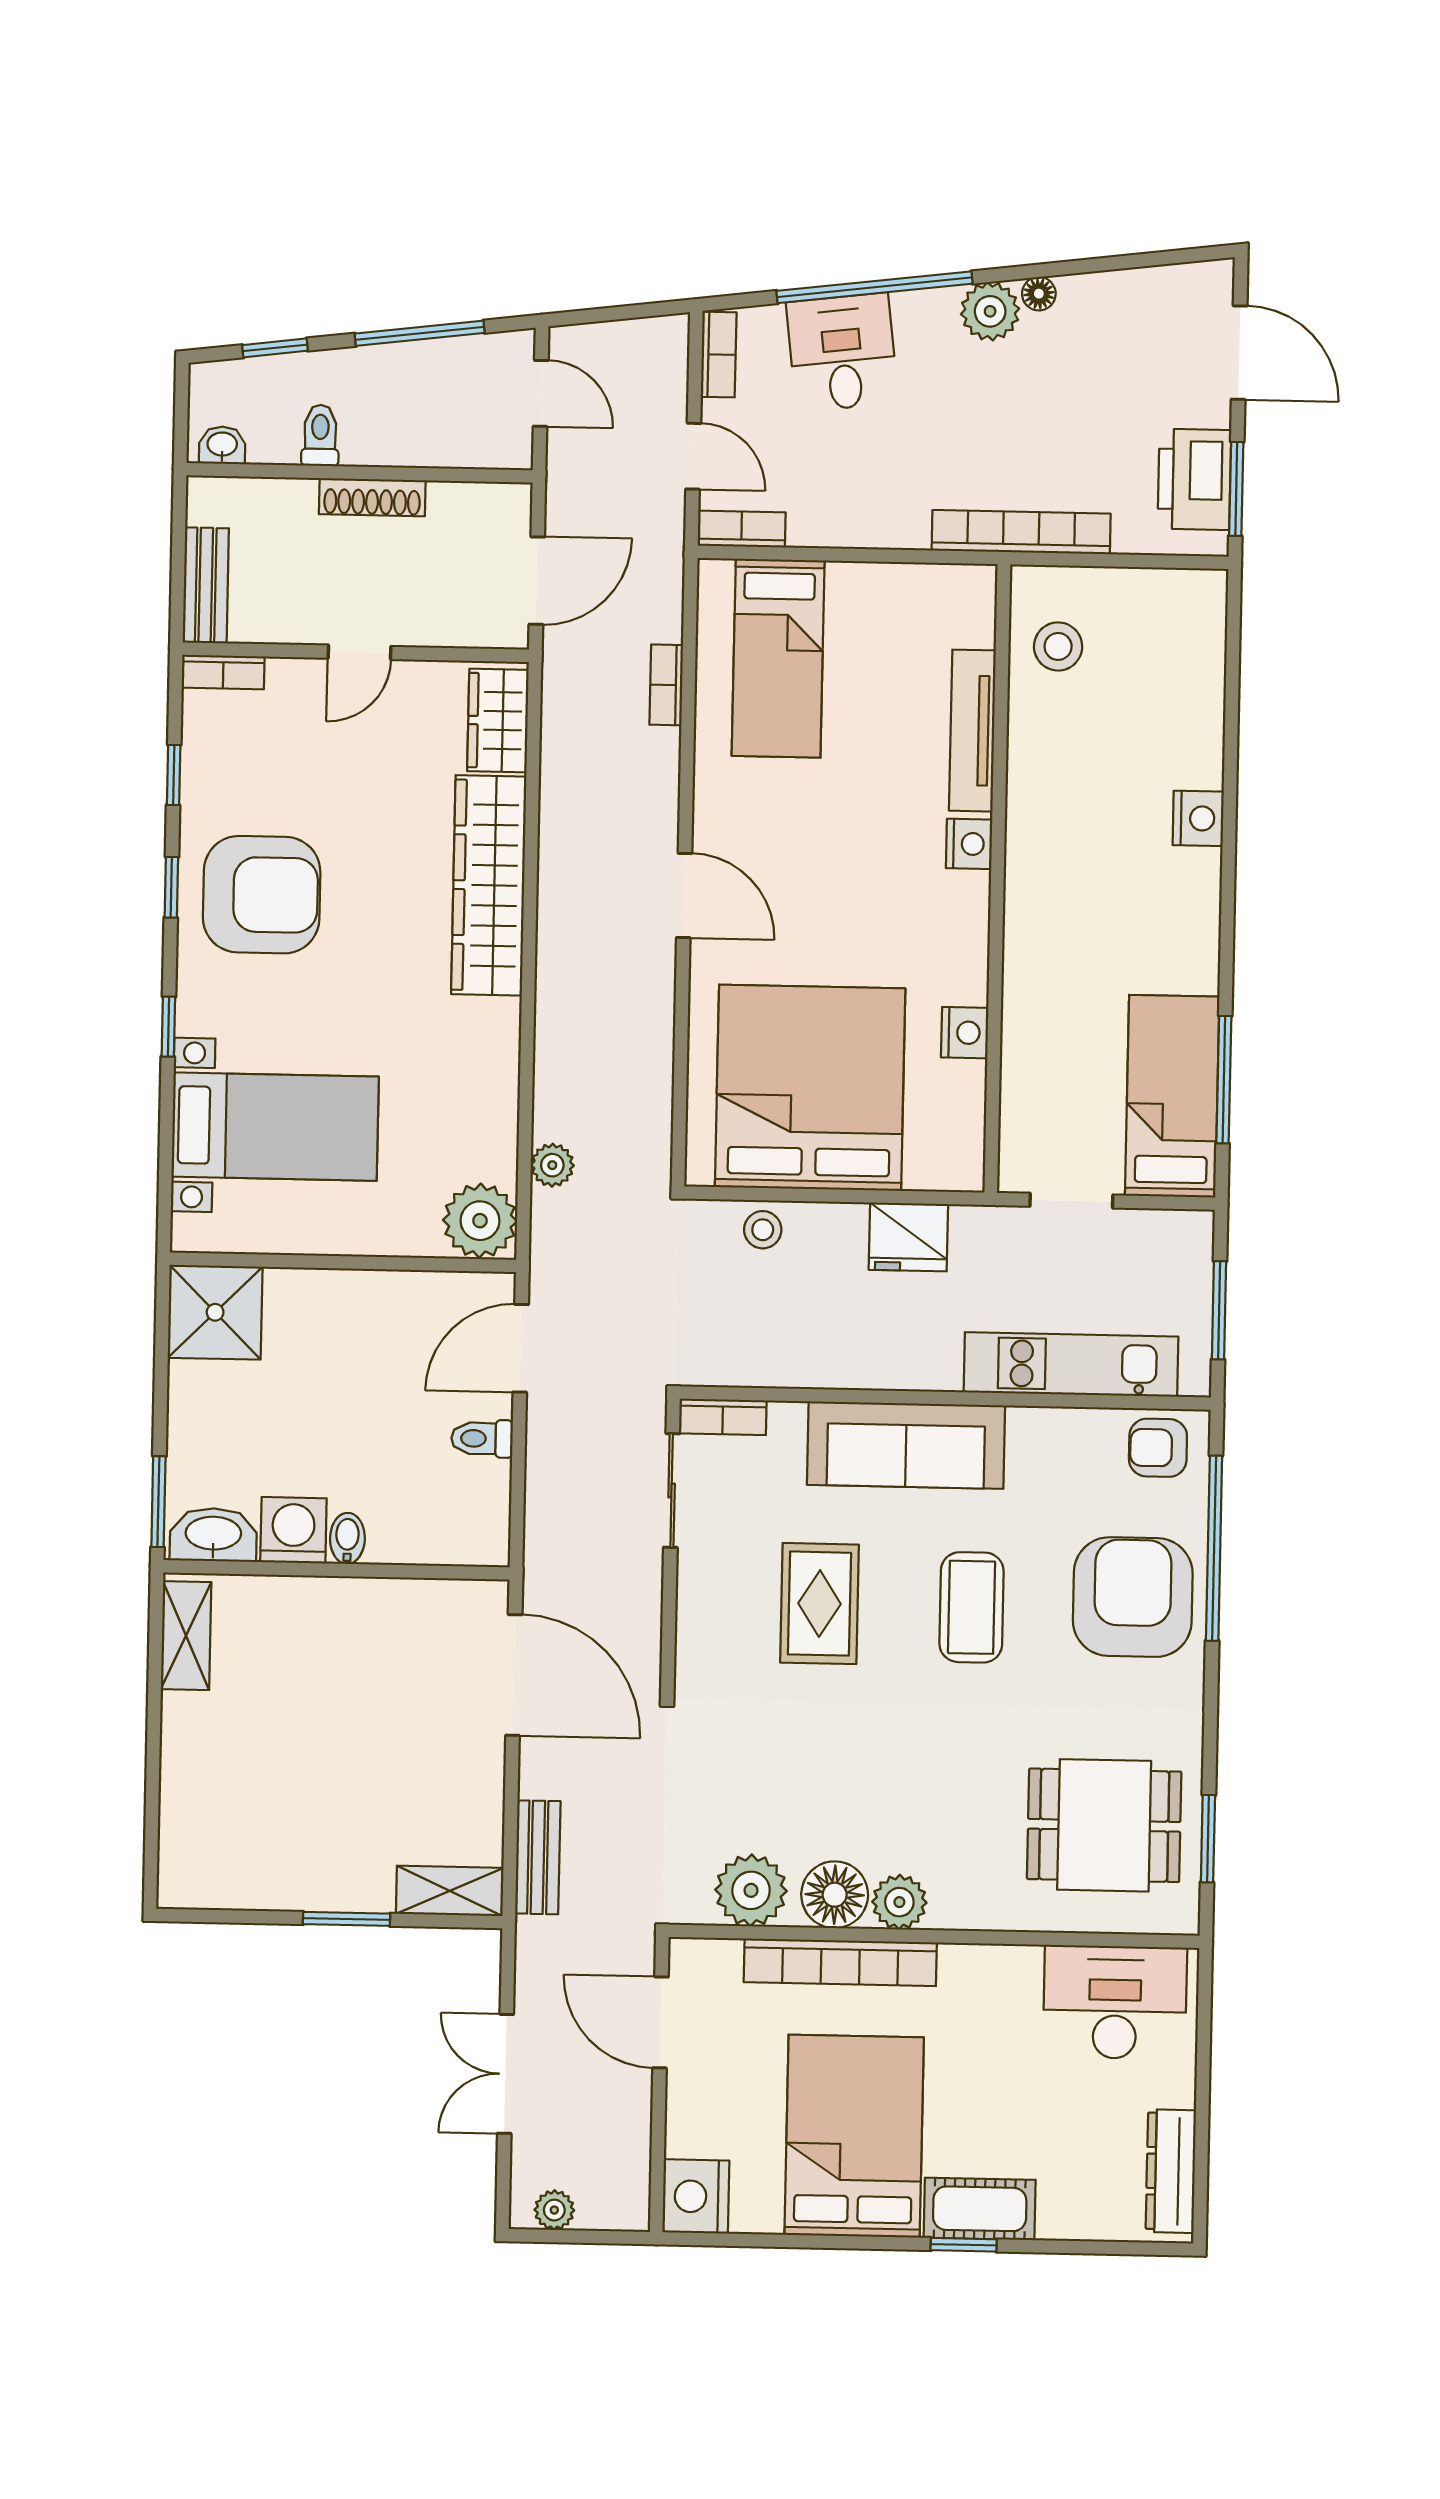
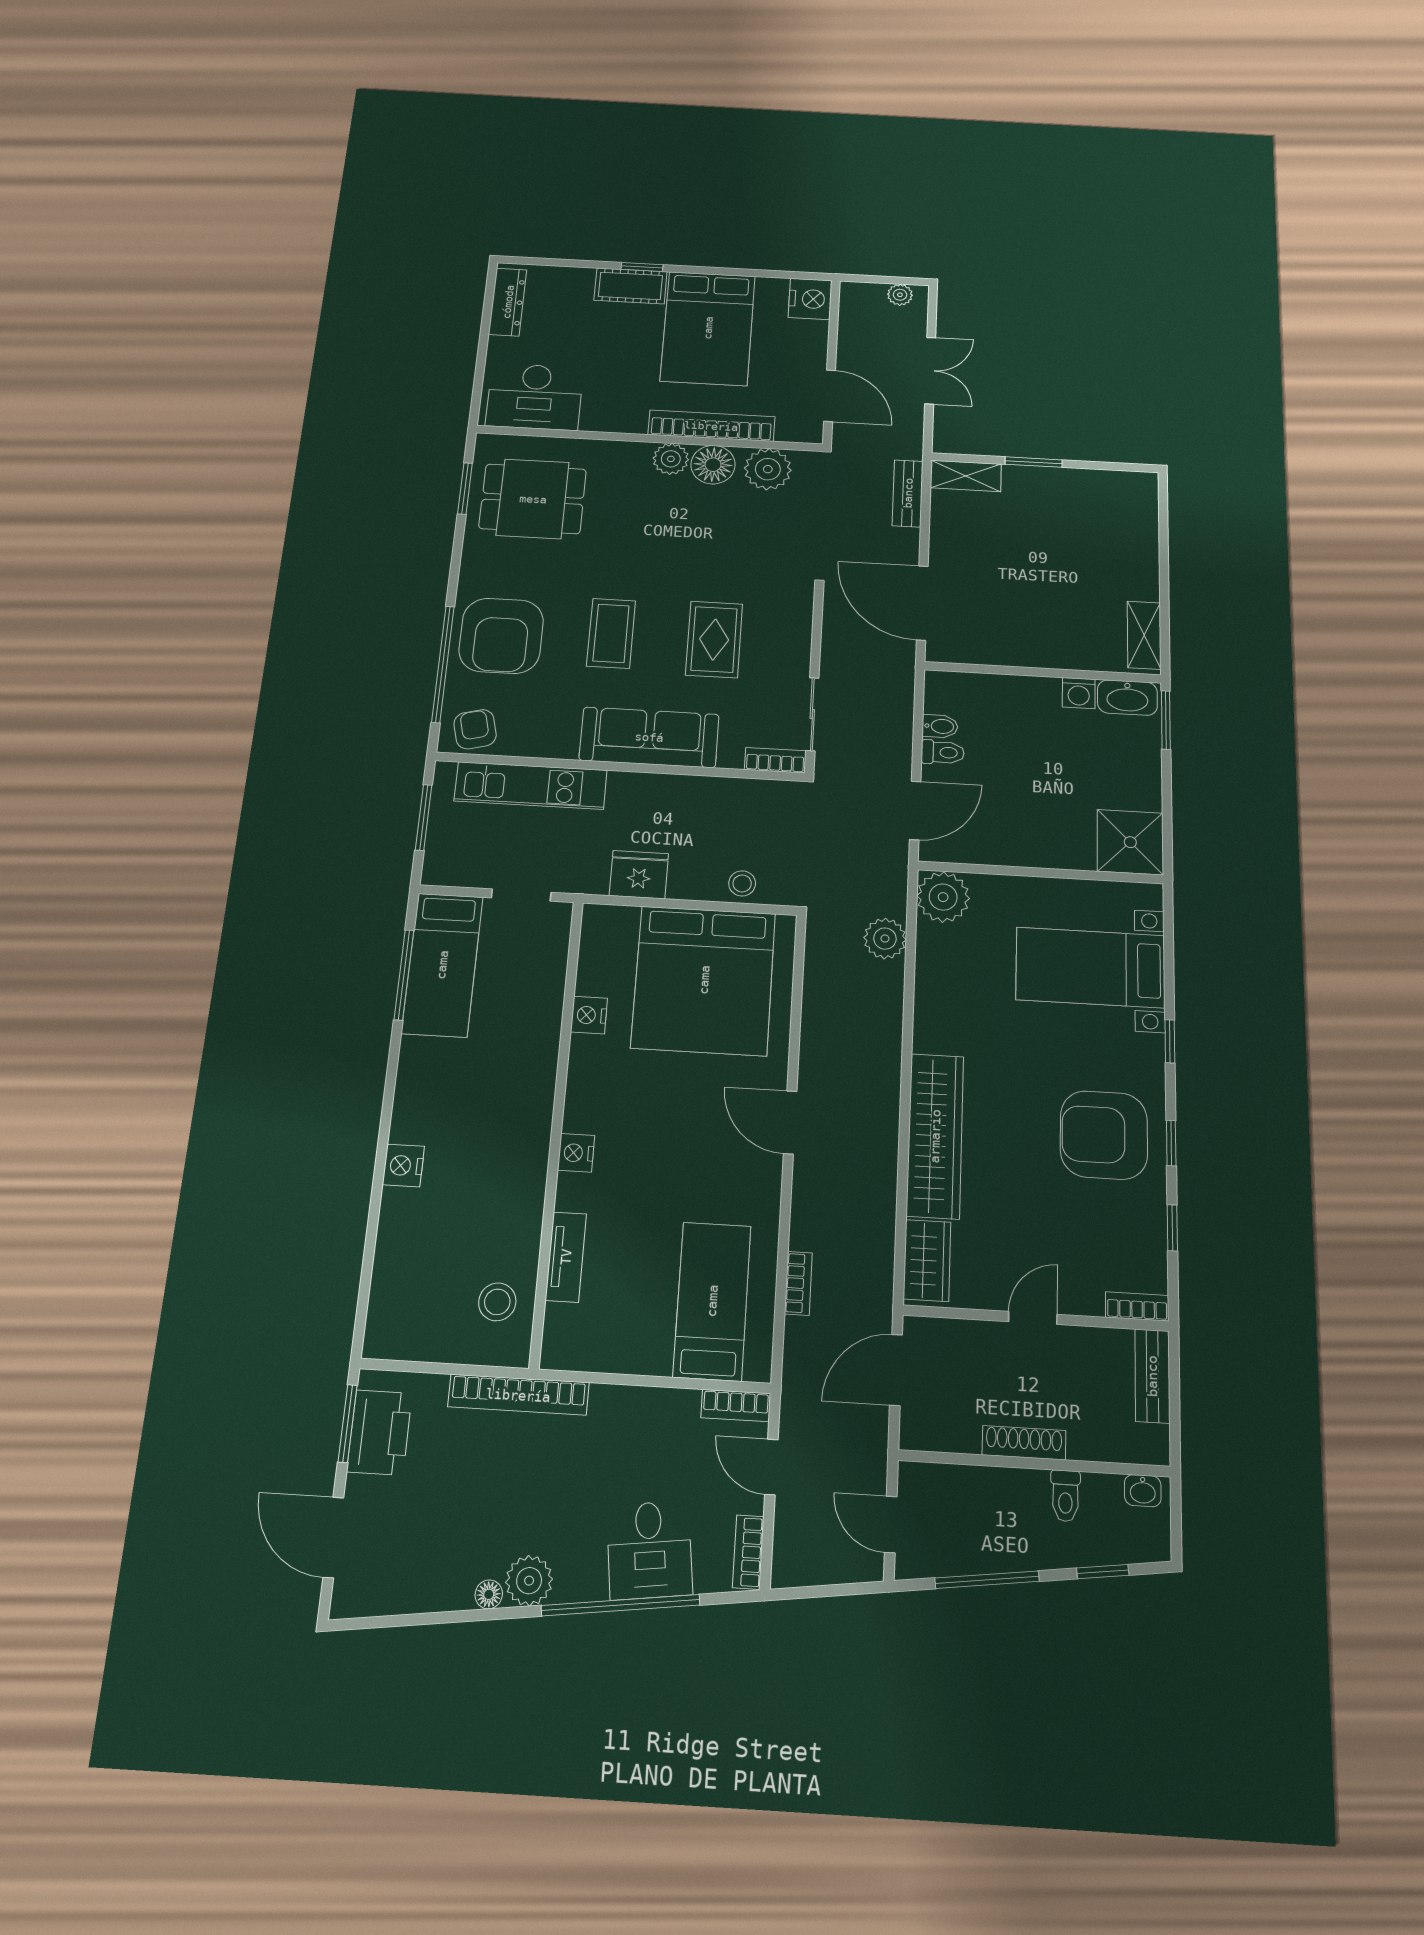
tv unit: (972, 731) -> (566, 1257), width x0.71
plant: (552, 1165) -> (885, 939), width x1.38, depth x1.38
armchair: (1158, 1448) -> (475, 729), turned -104
washing machine: (293, 1530) -> (1079, 693), width x0.73, depth x0.73
bidet: (347, 1538) -> (940, 726), moved, turned -90

